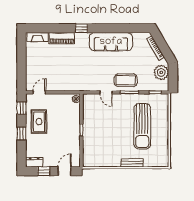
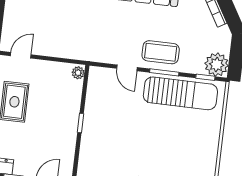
plant: (161, 72) -> (217, 65), moved
sun lounger: (142, 126) -> (180, 93), moved, turned -90

